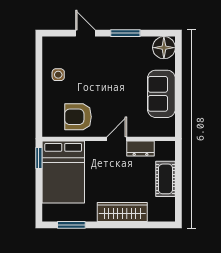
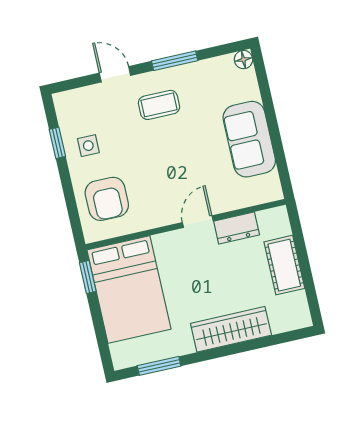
floor lamp: (164, 48) -> (243, 60), width x0.53, depth x0.53
coffee table: (109, 59) -> (159, 105), added
window: (39, 68) -> (57, 143), added
armchair: (78, 117) -> (107, 199), moved, turned -90

